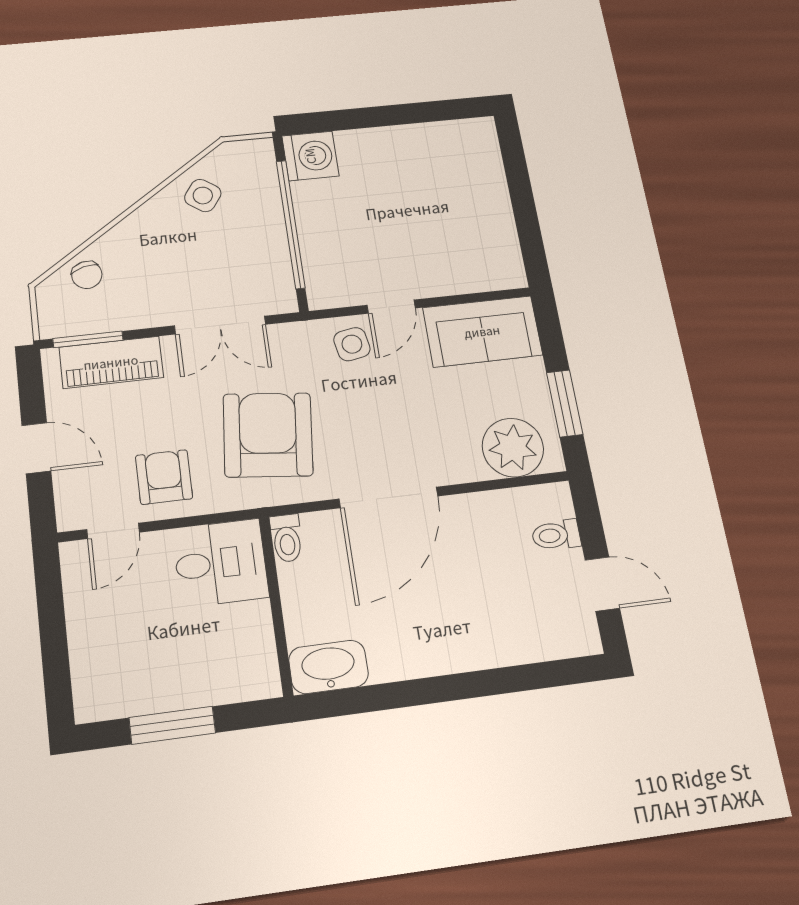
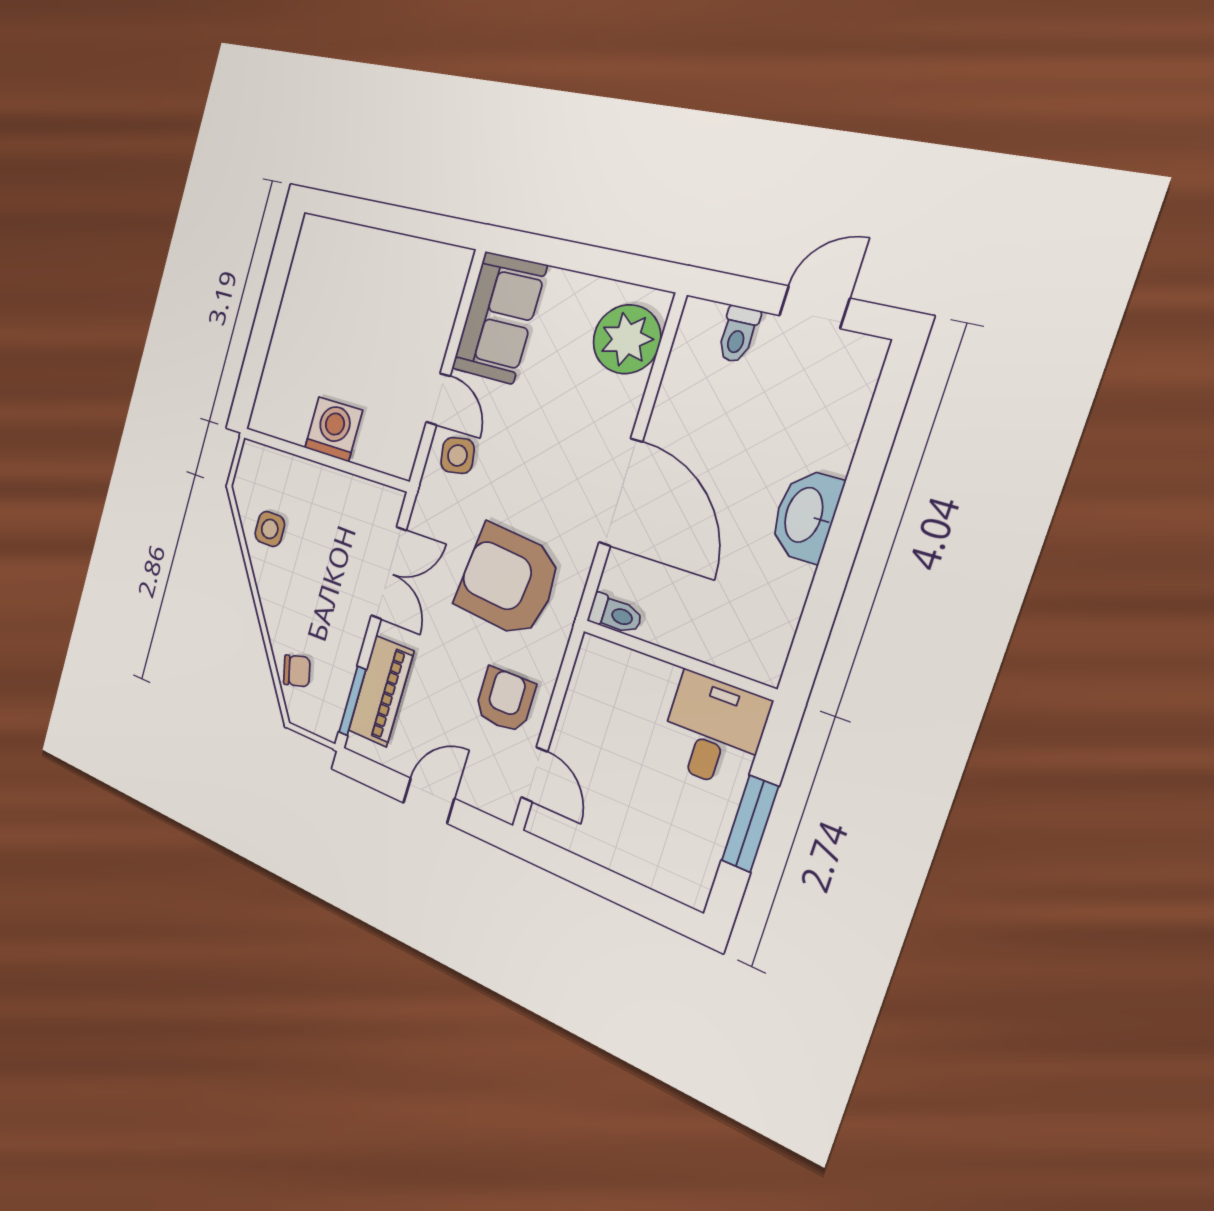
washing machine: (310, 156) -> (334, 429), moved
side table: (203, 196) -> (270, 529), turned -35
window: (291, 224) -> (325, 460), removed
window: (565, 403) -> (606, 263), removed
armchair: (164, 477) -> (505, 700), turned 90
desk: (220, 563) -> (713, 731), moved
washbasin: (328, 667) -> (805, 515), moved

